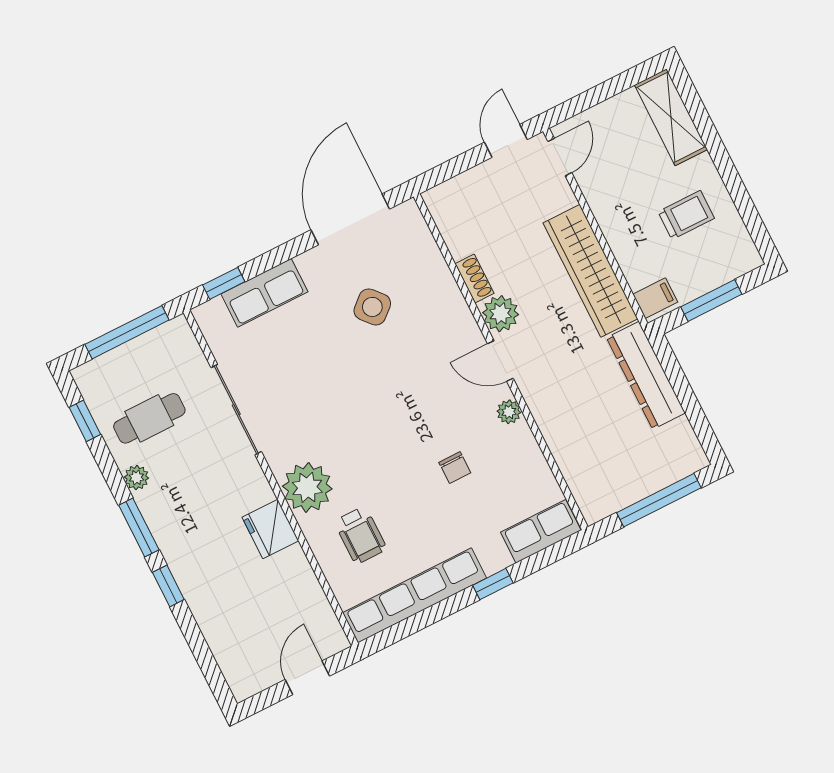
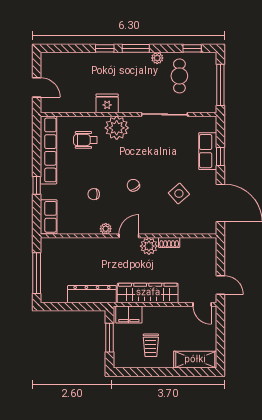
window: (224, 283) -> (220, 156), moved
filing cabinet: (655, 298) -> (129, 315), width x2.00
chair: (400, 401) -> (133, 185), added

